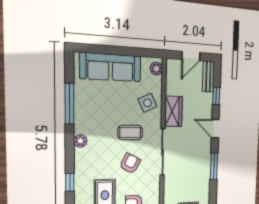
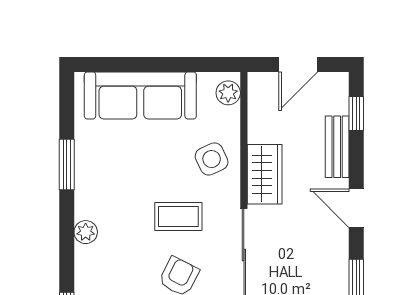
bench: (208, 77) -> (337, 147), moved
window: (216, 96) -> (356, 113), moved
window: (69, 104) -> (67, 165), width x0.69

